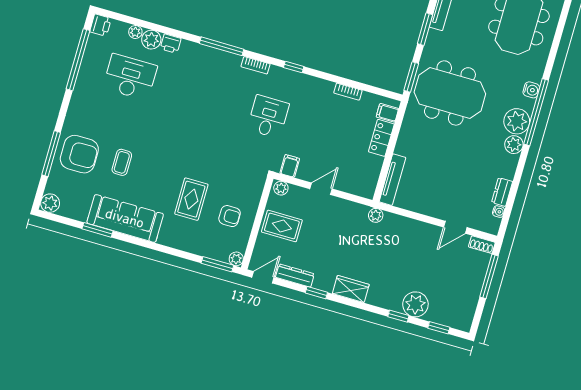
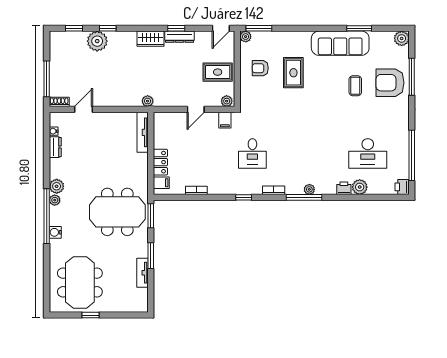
plant: (135, 32) -> (309, 189), moved
plant: (517, 121) -> (55, 200), width x0.53, depth x0.53
dresser: (295, 276) -> (180, 37), moved

